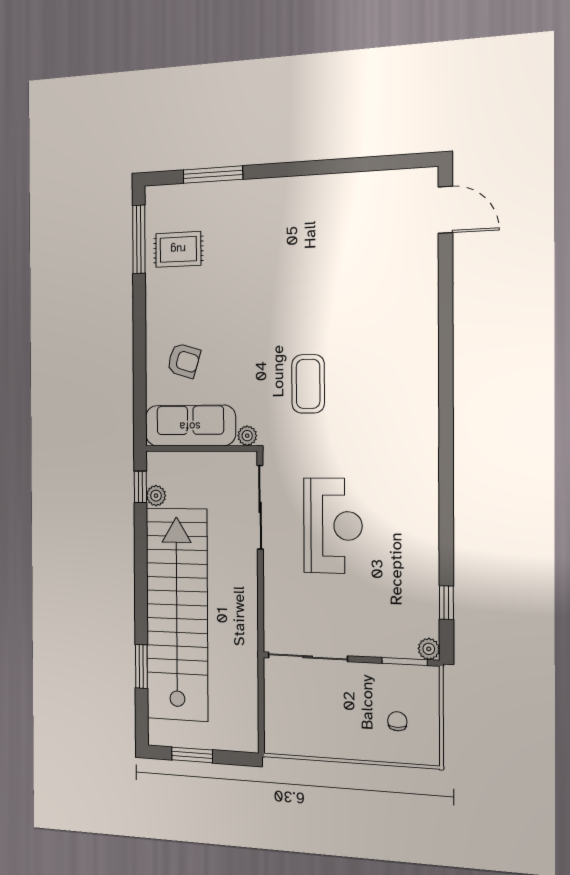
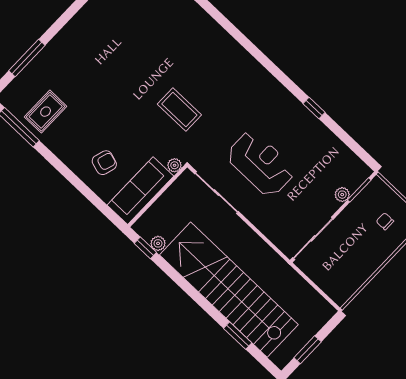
window: (446, 603) -> (314, 108), moved
plant: (429, 649) -> (342, 195), moved

